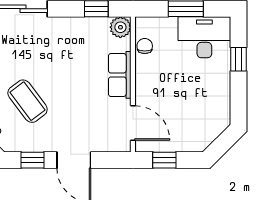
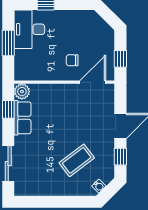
chair: (145, 46) -> (72, 60), moved
row of seats: (120, 75) -> (22, 118), moved, turned -90

